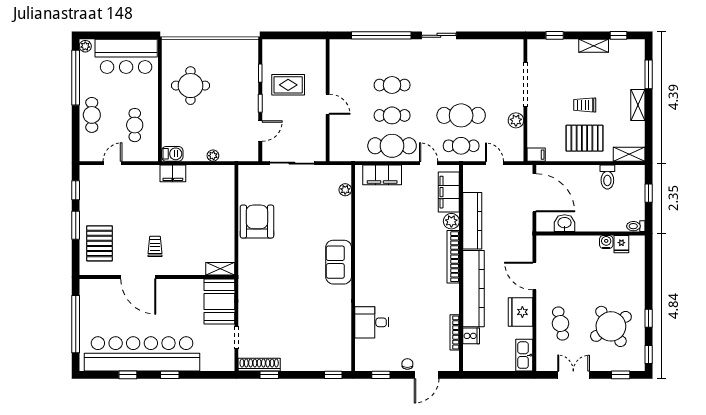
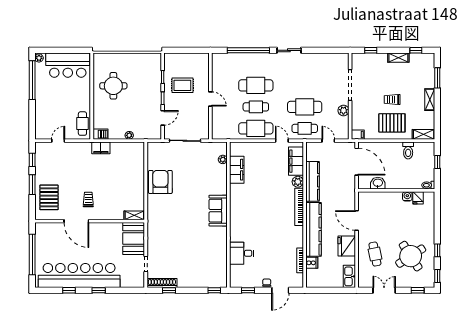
cafe table: (392, 85) -> (256, 85), width x1.37, depth x1.35
cafe table: (92, 115) -> (44, 107), removed
cafe table: (135, 125) -> (82, 124), moved
filing cabinet: (382, 175) -> (237, 170), moved, turned -90

